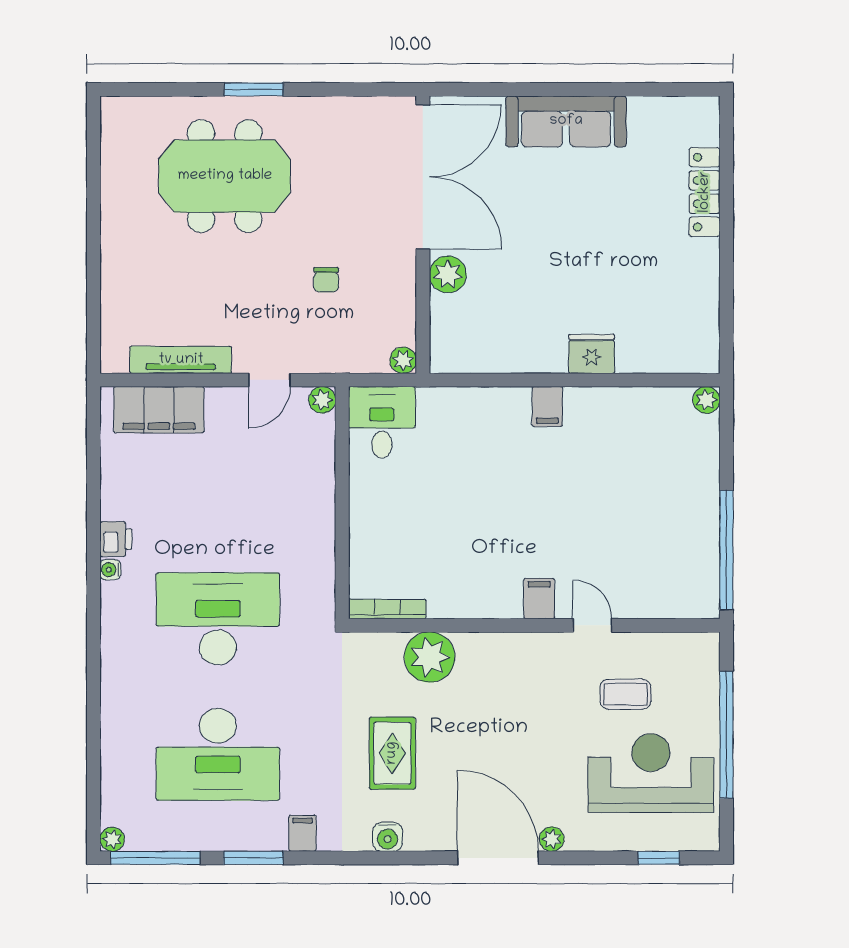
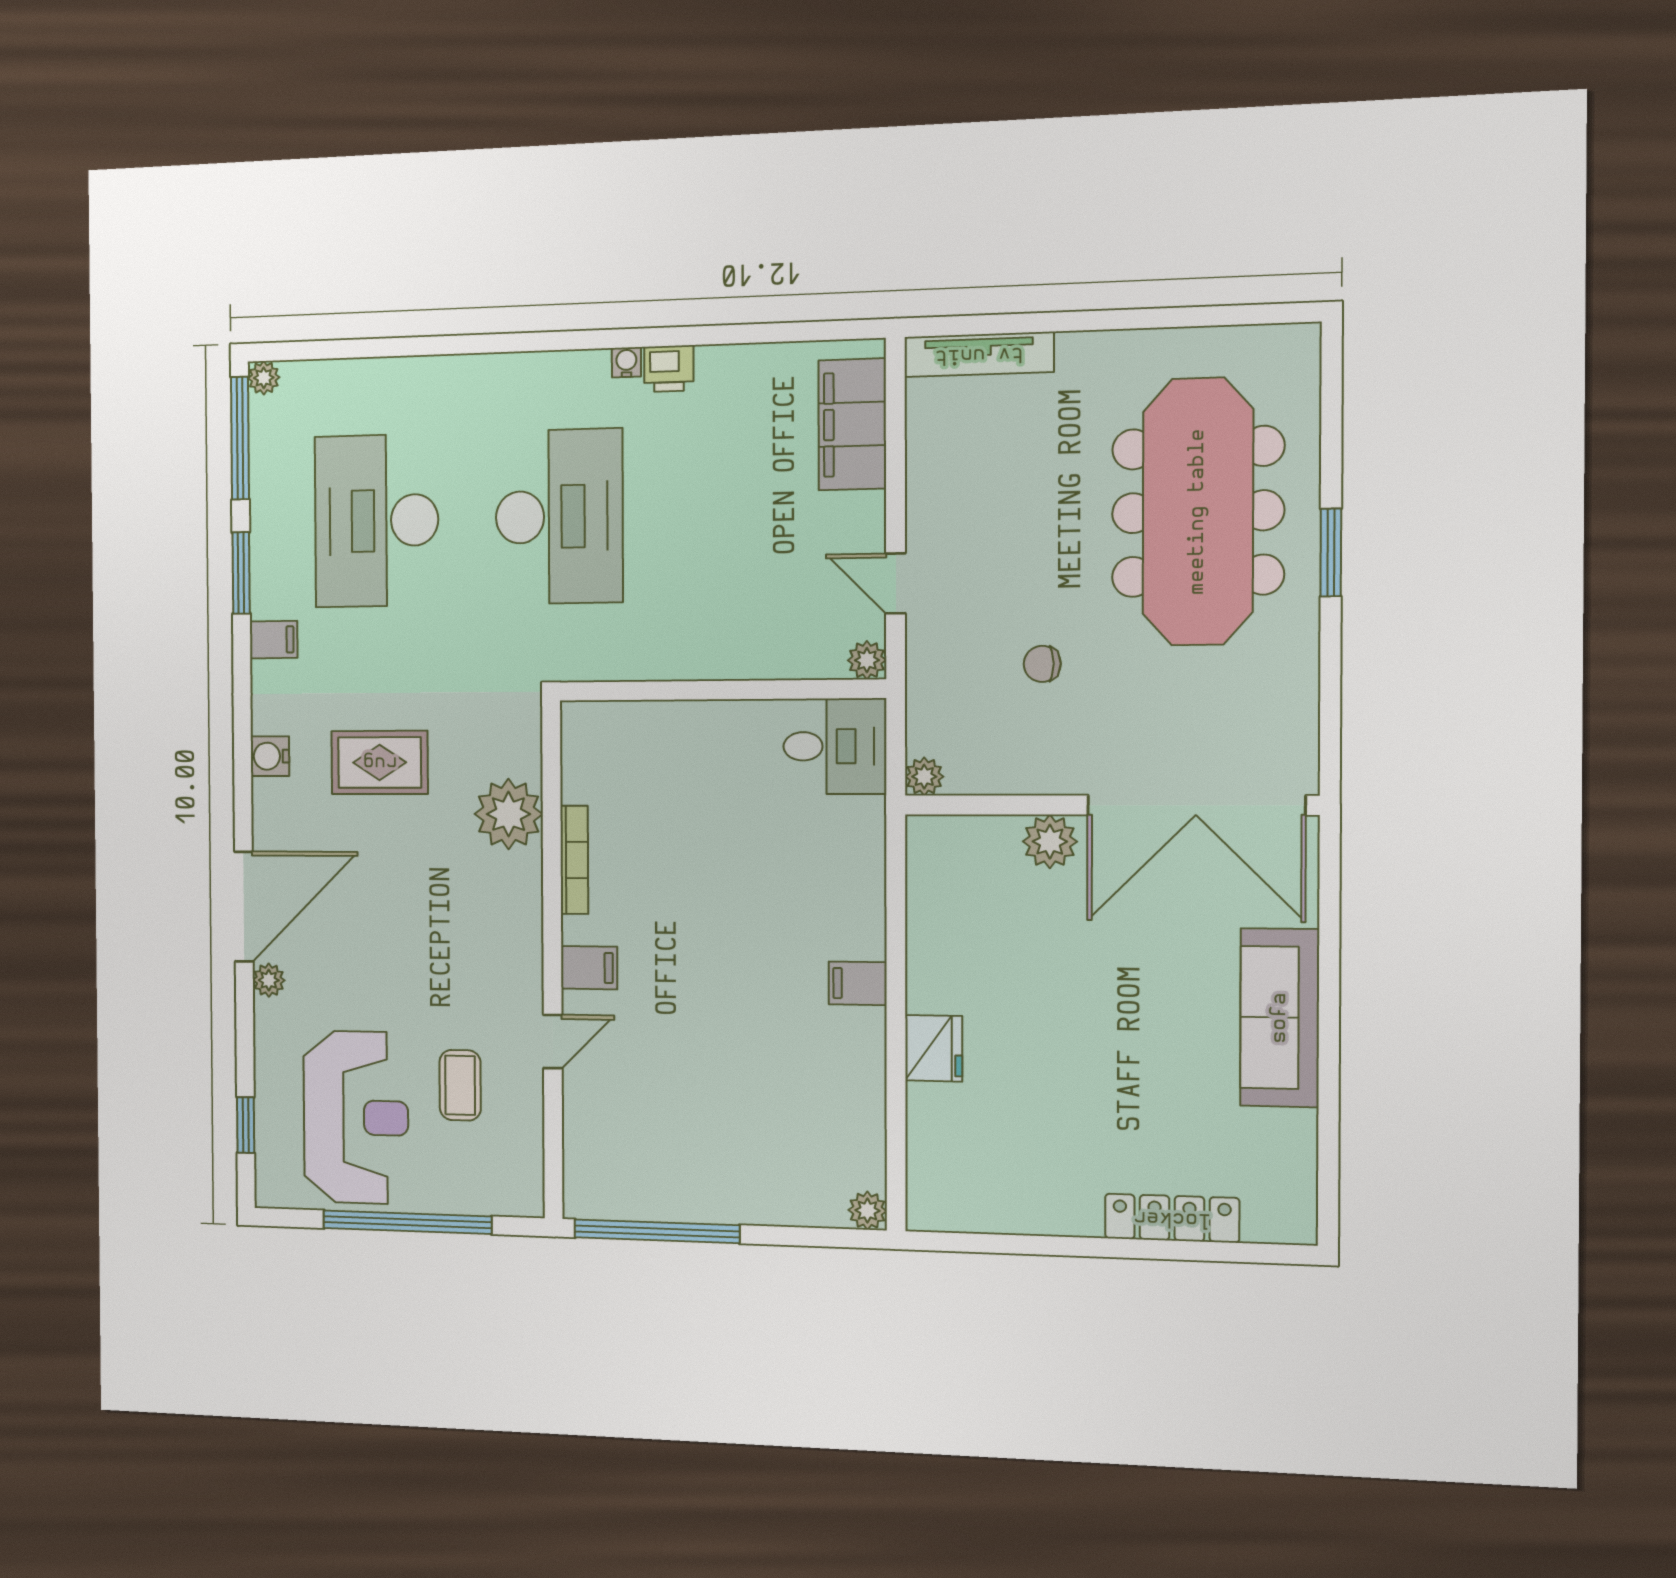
meeting table: (225, 176) -> (1198, 512), width x1.36
tv unit: (181, 360) -> (979, 354), moved, turned 90
bookcase: (387, 609) -> (574, 860), moved

